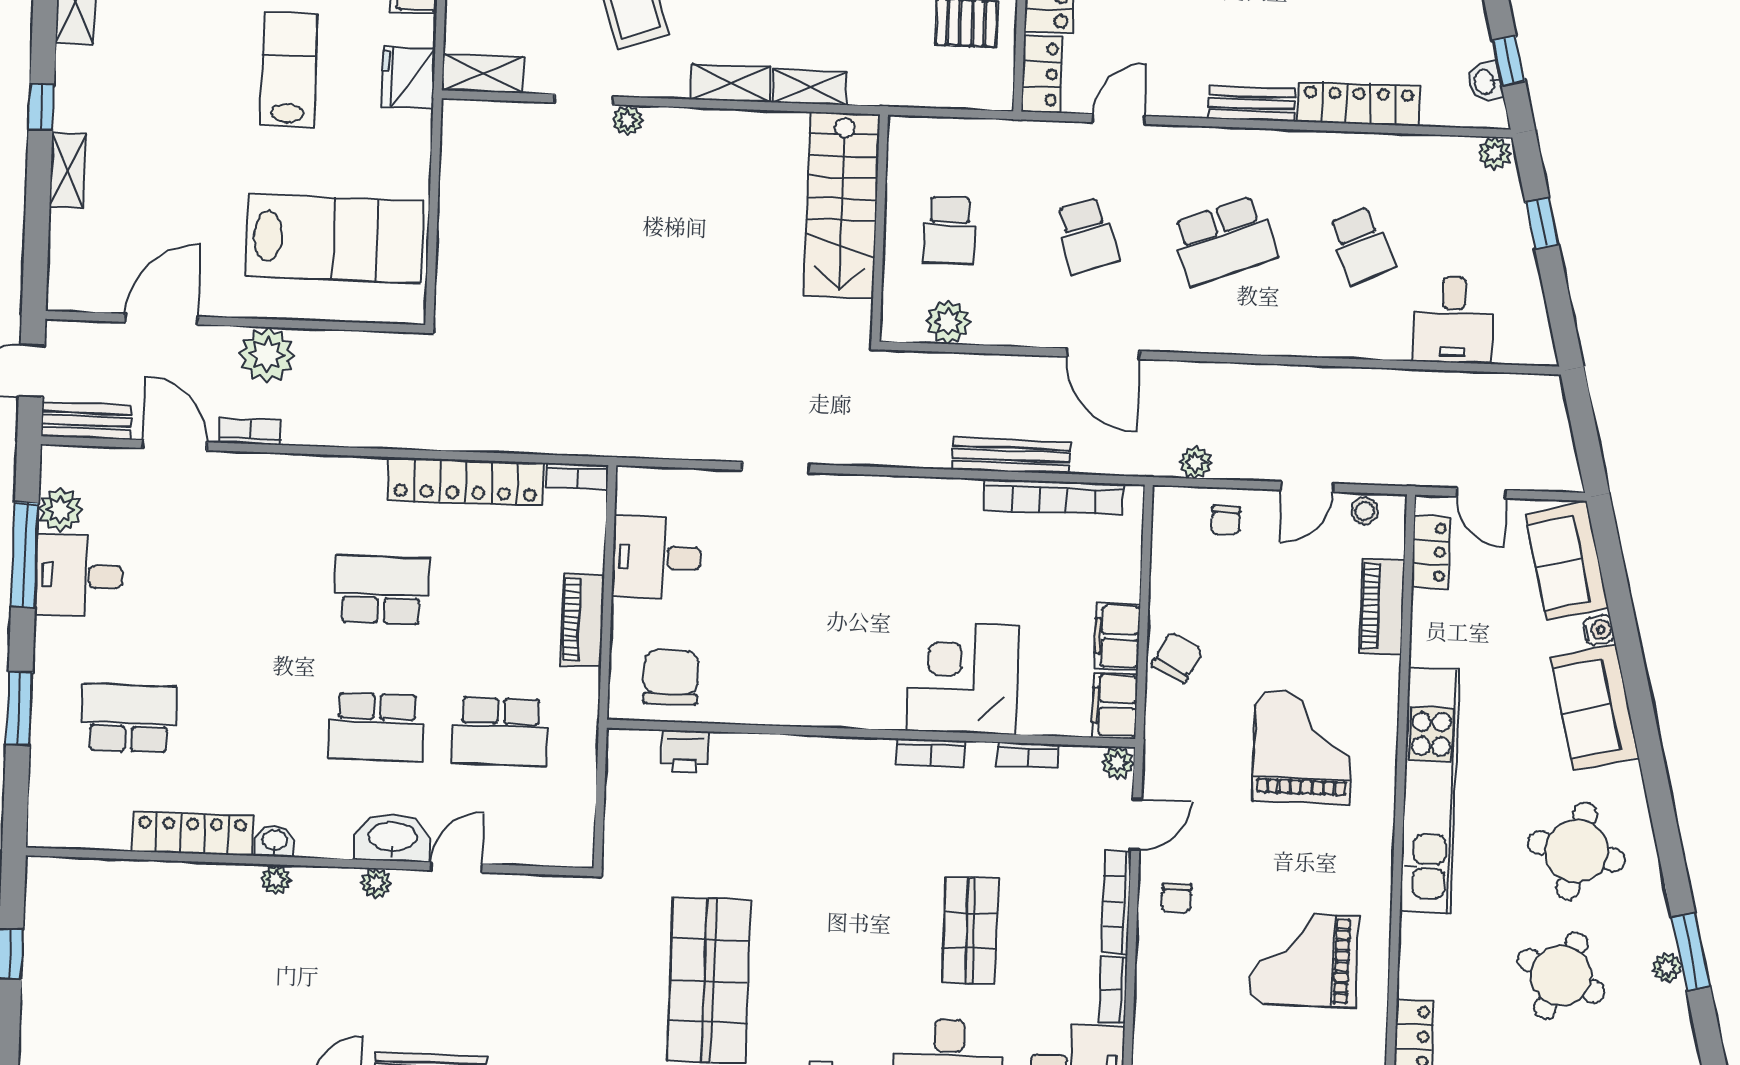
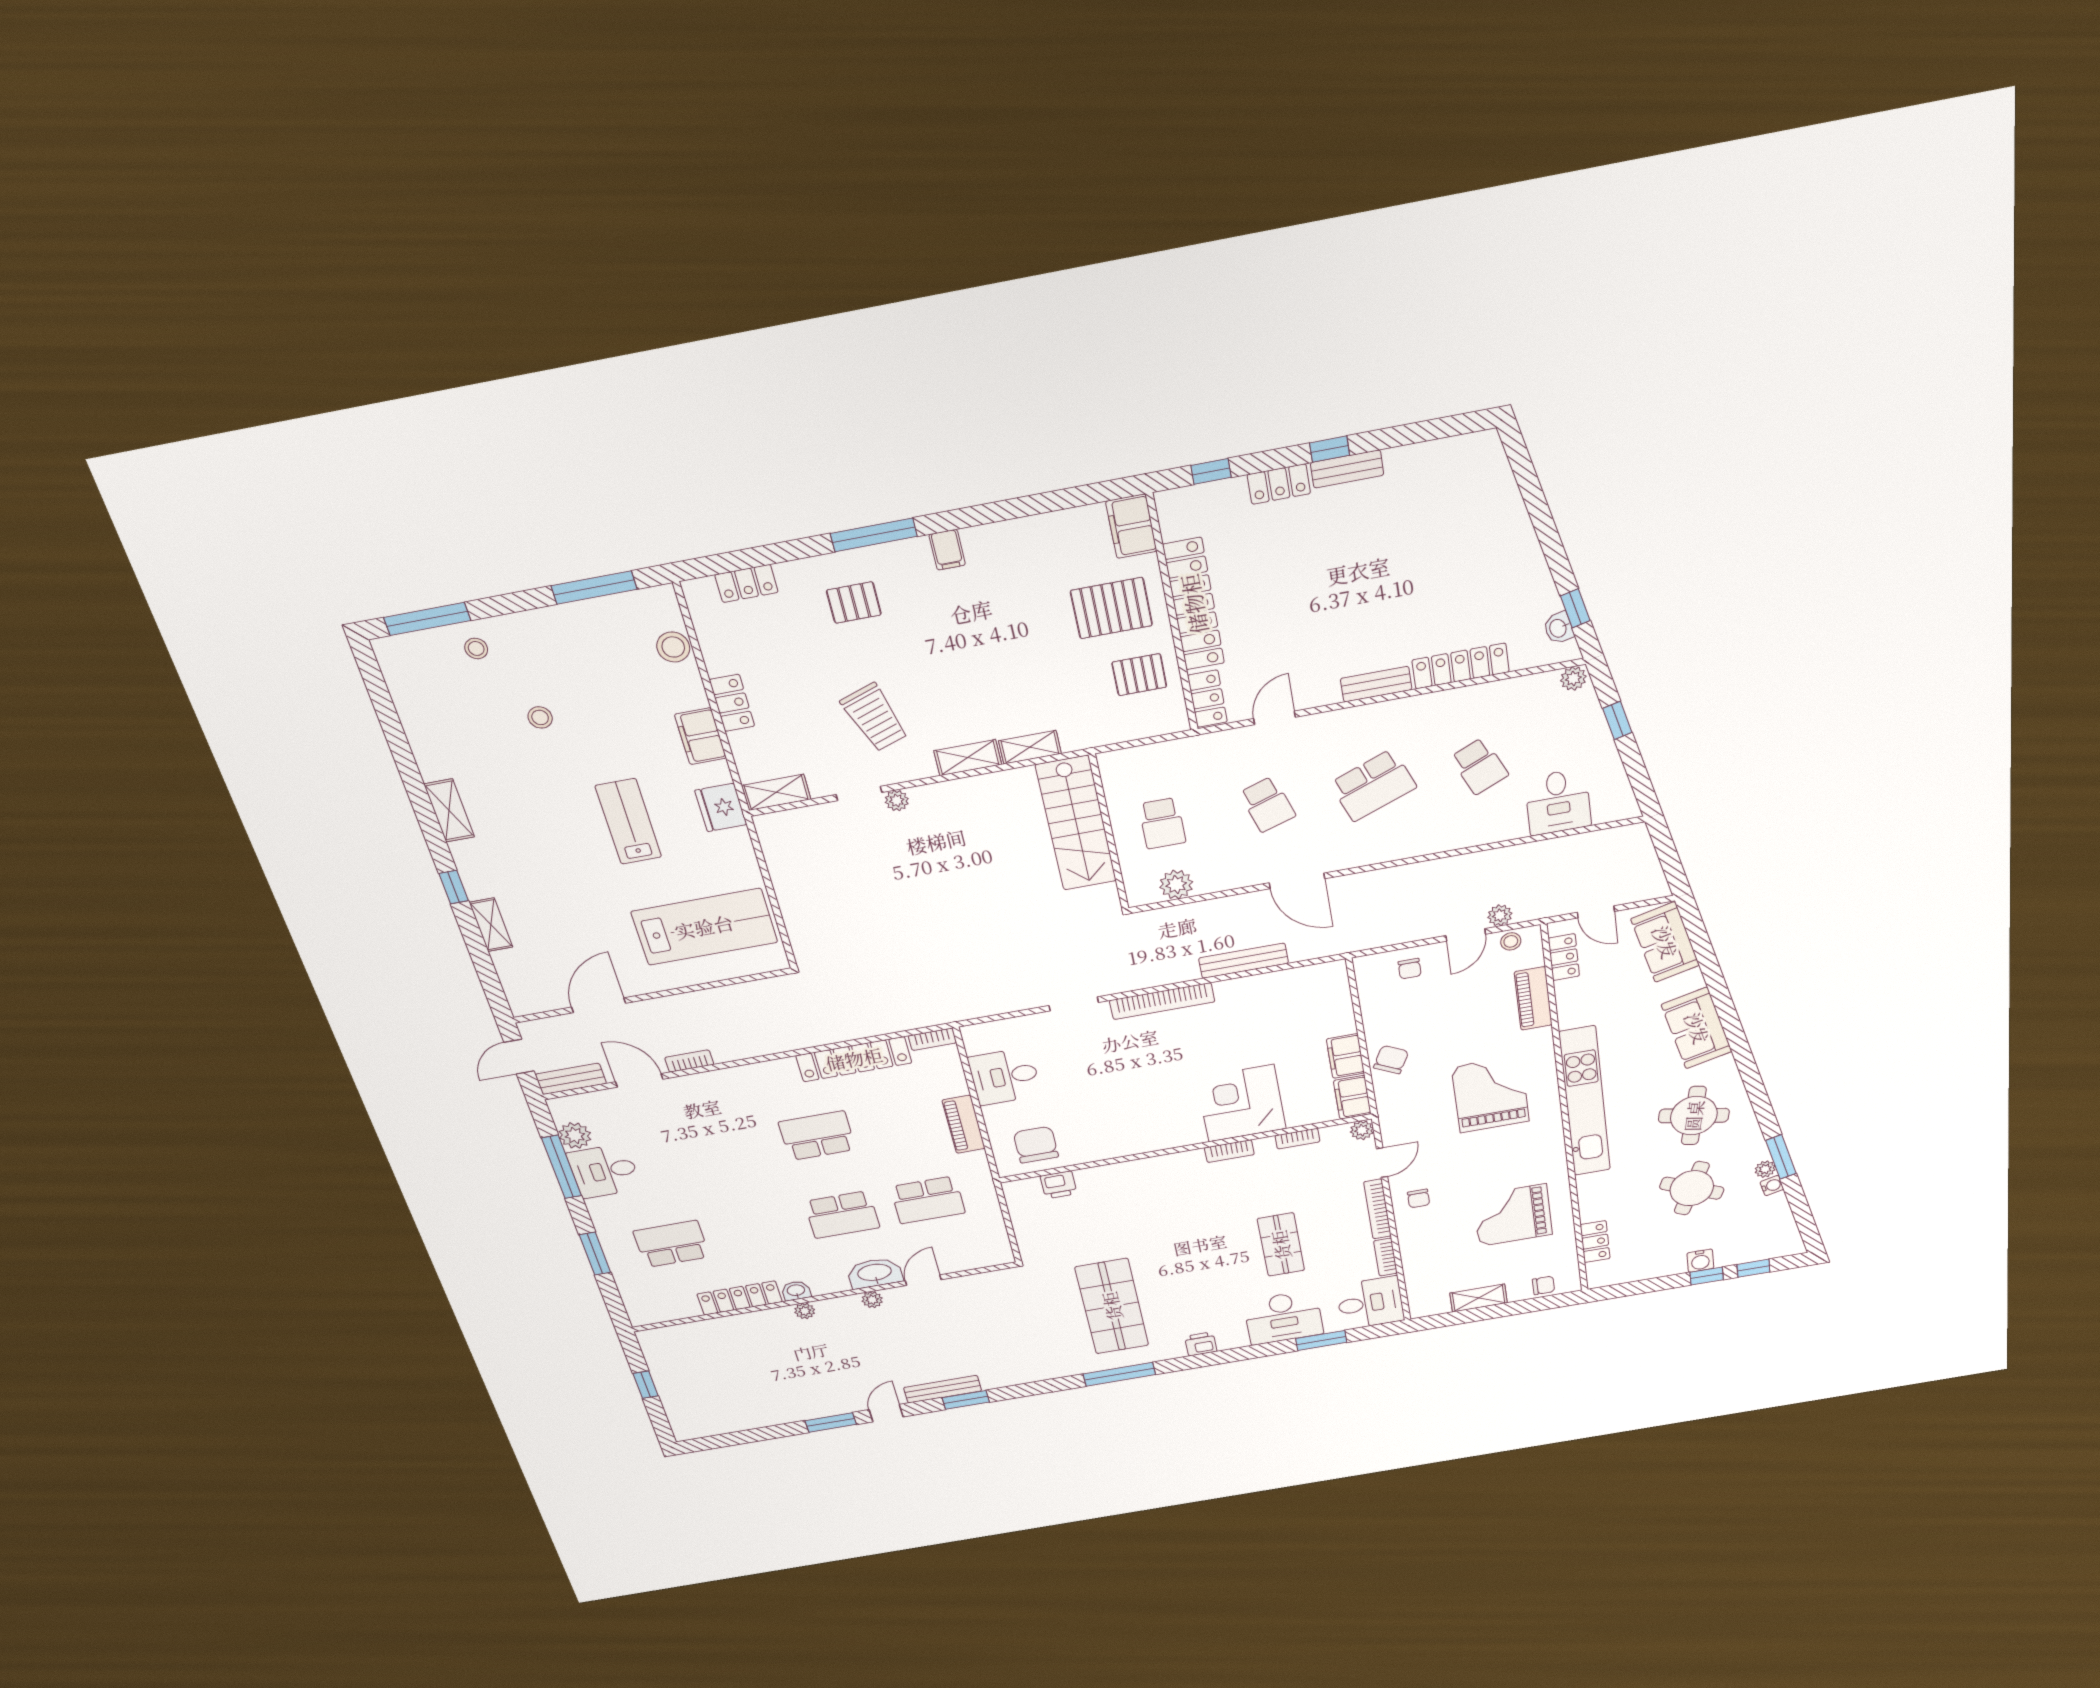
plant: (267, 355) -> (684, 1011), removed
plant: (1196, 462) -> (1500, 915), moved
bookcase: (1053, 497) -> (1162, 1001), moved
water cooler: (1599, 630) -> (1772, 1186), moved

